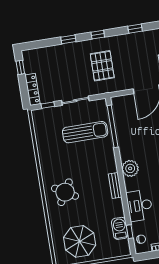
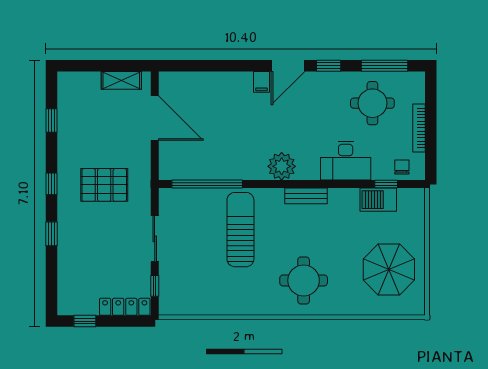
sun lounger: (85, 132) -> (240, 230), moved
round table: (65, 192) -> (304, 280), turned -30

